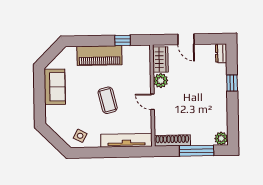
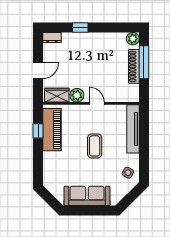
piano: (99, 56) -> (52, 130), moved
sofa: (55, 87) -> (87, 196), width x1.36
coffee table: (108, 100) -> (95, 146), turned -76
door: (152, 102) -> (97, 103), swing flipped
shoe rack: (172, 140) -> (134, 66), moved

